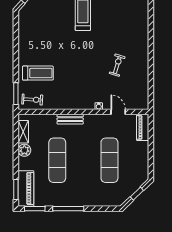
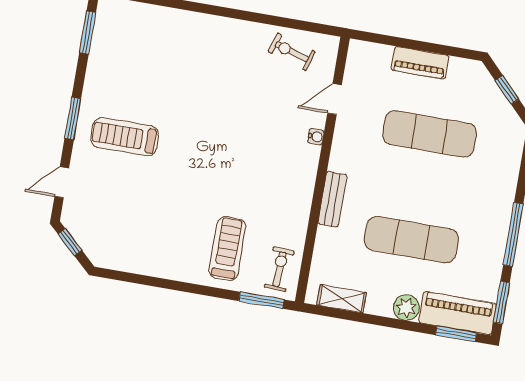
exercise bike: (117, 65) -> (292, 52), moved
piano: (143, 127) -> (420, 63), moved
plant: (24, 150) -> (406, 308), moved

